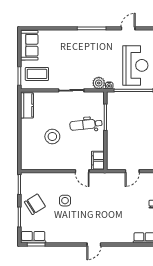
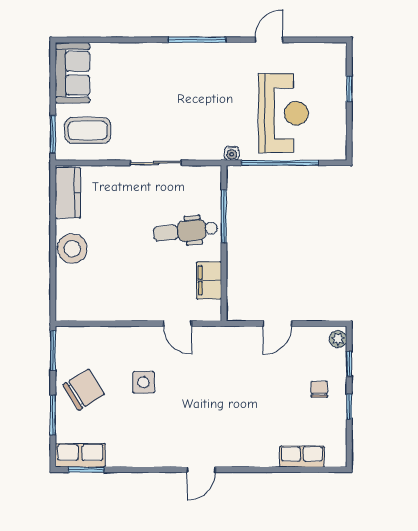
plant: (99, 83) -> (211, 148), removed
stool: (52, 136) -> (72, 249), moved
filing cabinet: (98, 160) -> (209, 280), moved

